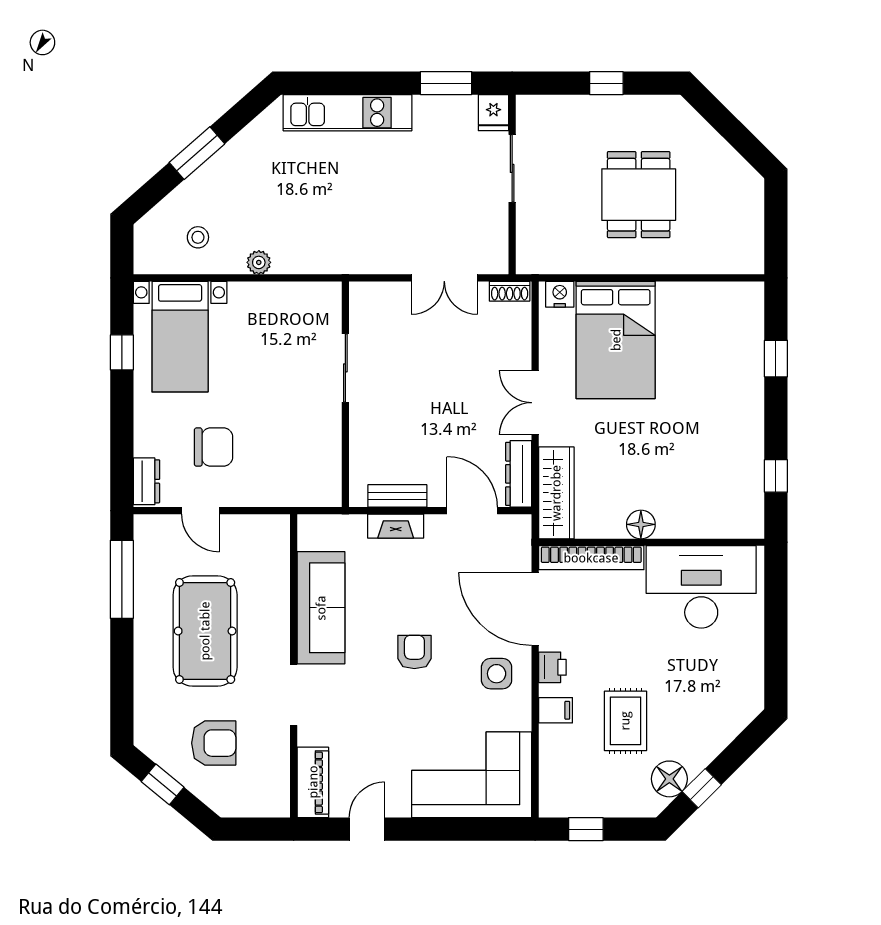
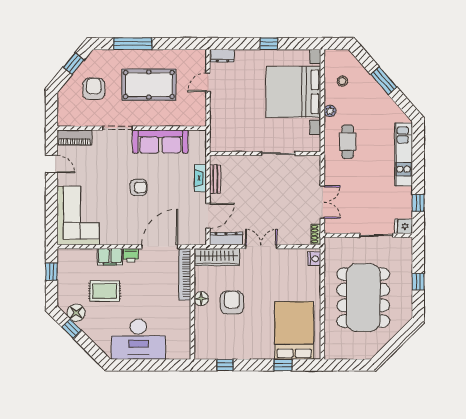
window: (446, 83) -> (418, 203), width x0.67
dining table: (639, 195) -> (363, 298), width x1.88, depth x1.24
cafe table: (321, 226) -> (348, 142), added
double door: (444, 278) -> (322, 202), swing flipped
bed with nightstands: (180, 337) -> (293, 92), width x1.85
bed: (616, 340) -> (294, 331), moved, turned 90
window: (122, 352) -> (269, 44), moved
chair: (214, 447) -> (239, 89), removed
armchair: (649, 462) -> (232, 303), added
window: (122, 579) -> (133, 44), moved
desk: (701, 587) -> (138, 339), moved, turned 90
side table: (497, 674) -> (128, 228), removed
filing cabinet: (555, 710) -> (110, 257), width x2.00
armchair: (214, 743) -> (94, 89), turned 180

